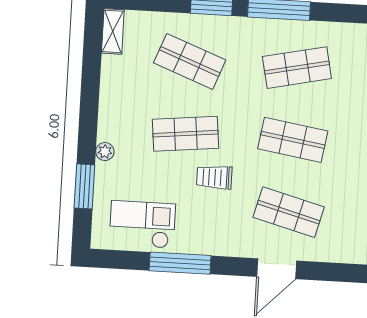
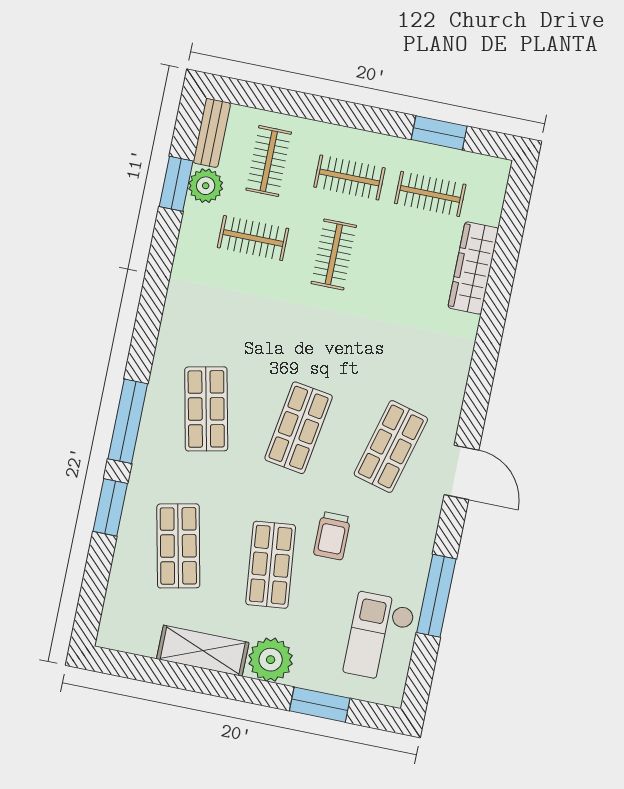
shelving: (113, 31) -> (203, 651), moved, width x1.50, depth x1.33
shop shelf: (190, 61) -> (178, 546), turned -33
plant: (105, 152) -> (271, 660), width x1.87, depth x1.87

